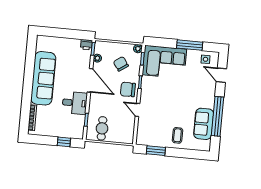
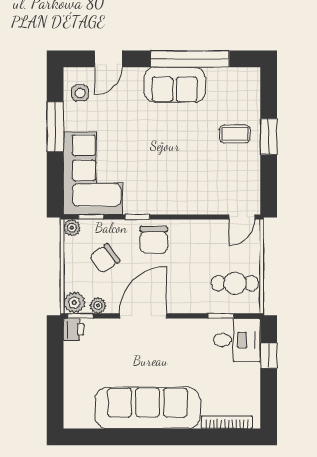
plant: (100, 46) -> (74, 303), added
desk: (75, 103) -> (237, 340), moved, turned 90
door: (138, 110) -> (242, 217), moved
sofa: (204, 124) -> (175, 85), moved
window: (156, 151) -> (269, 137), moved

